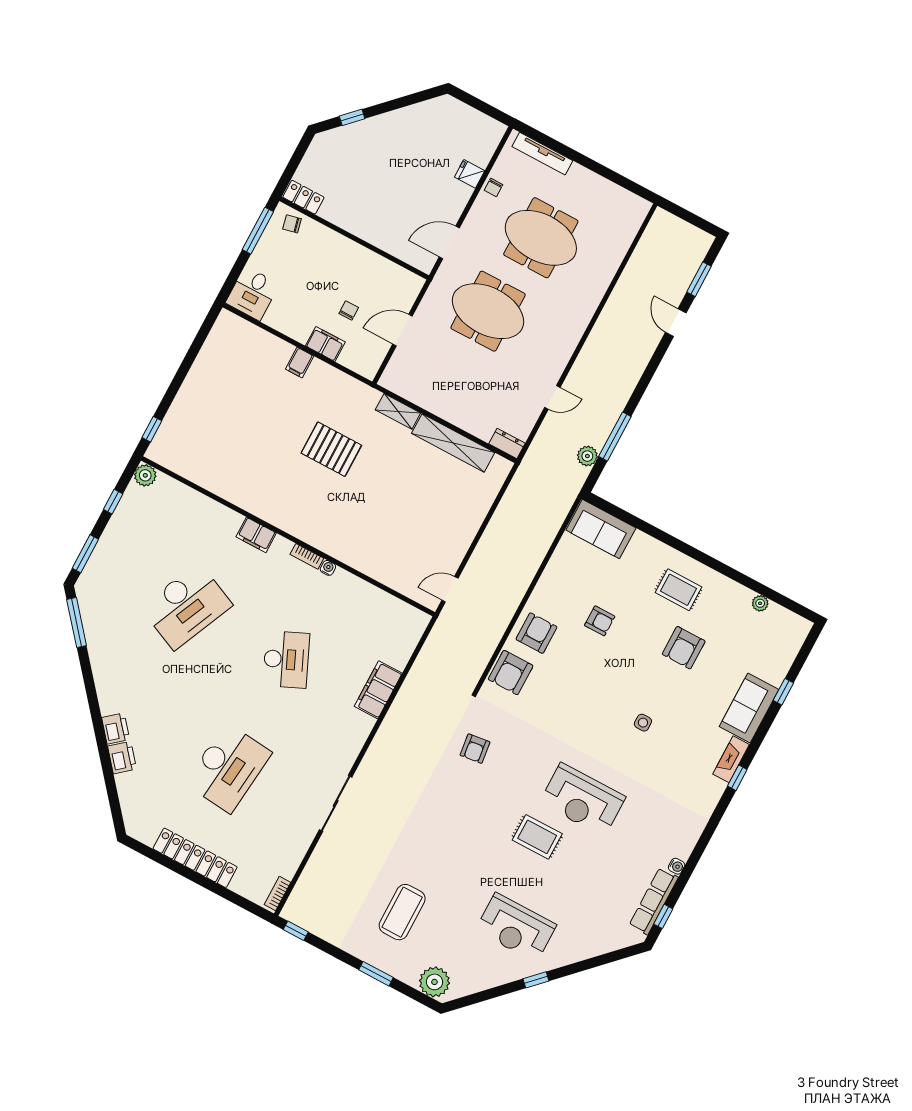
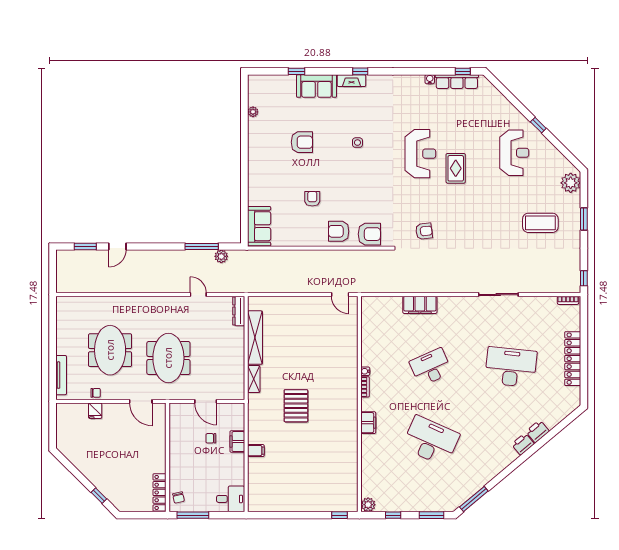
locker: (303, 197) -> (160, 492), width x1.53
dresser: (507, 443) -> (239, 311), width x1.44
rug: (678, 590) -> (270, 163), removed

